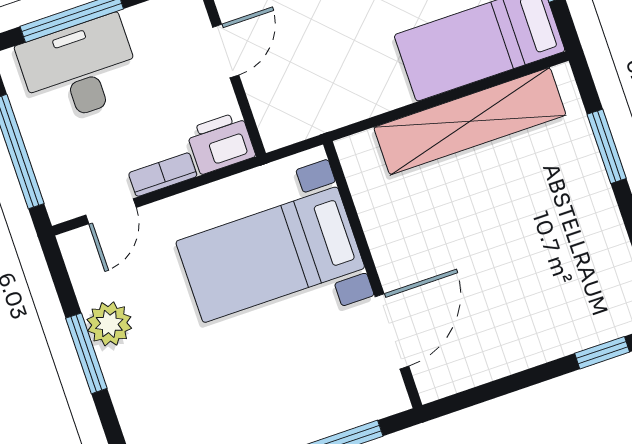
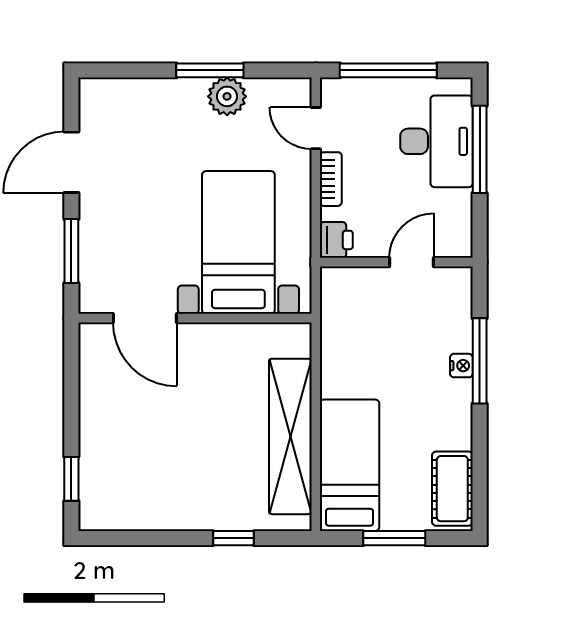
door: (226, 51) -> (412, 262), swing flipped
printer: (221, 143) -> (336, 240), width x0.73, depth x0.81
window: (607, 146) -> (233, 538), width x0.67

